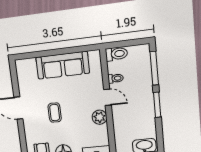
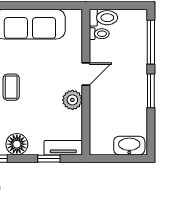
toilet: (116, 78) -> (99, 34), moved
door: (107, 97) -> (86, 74), hinge flipped

